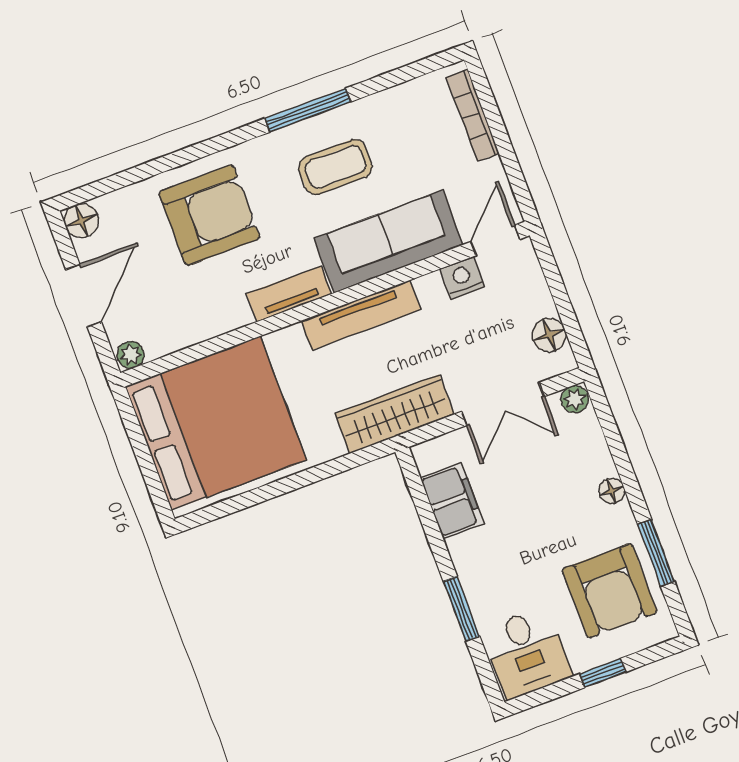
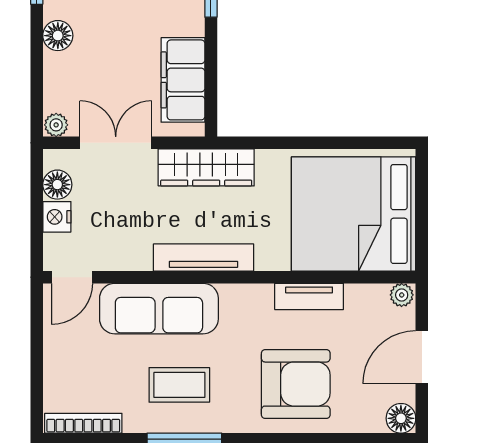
bookcase: (473, 115) -> (83, 423), moved, turned -90
armchair: (209, 215) -> (296, 384), turned 180
nightstand: (462, 278) -> (57, 217), moved, turned 90
tv unit: (289, 294) -> (309, 296), moved
floor lamp: (612, 491) -> (58, 36), width x1.37, depth x1.37
filing cabinet: (452, 501) -> (183, 80), width x1.50, depth x1.17

